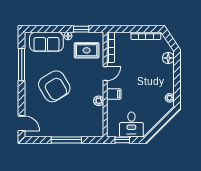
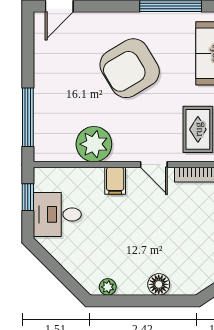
floor lamp: (168, 58) -> (159, 284), moved
plant: (99, 101) -> (94, 144), width x1.88, depth x1.88
window: (66, 140) -> (28, 117), moved

